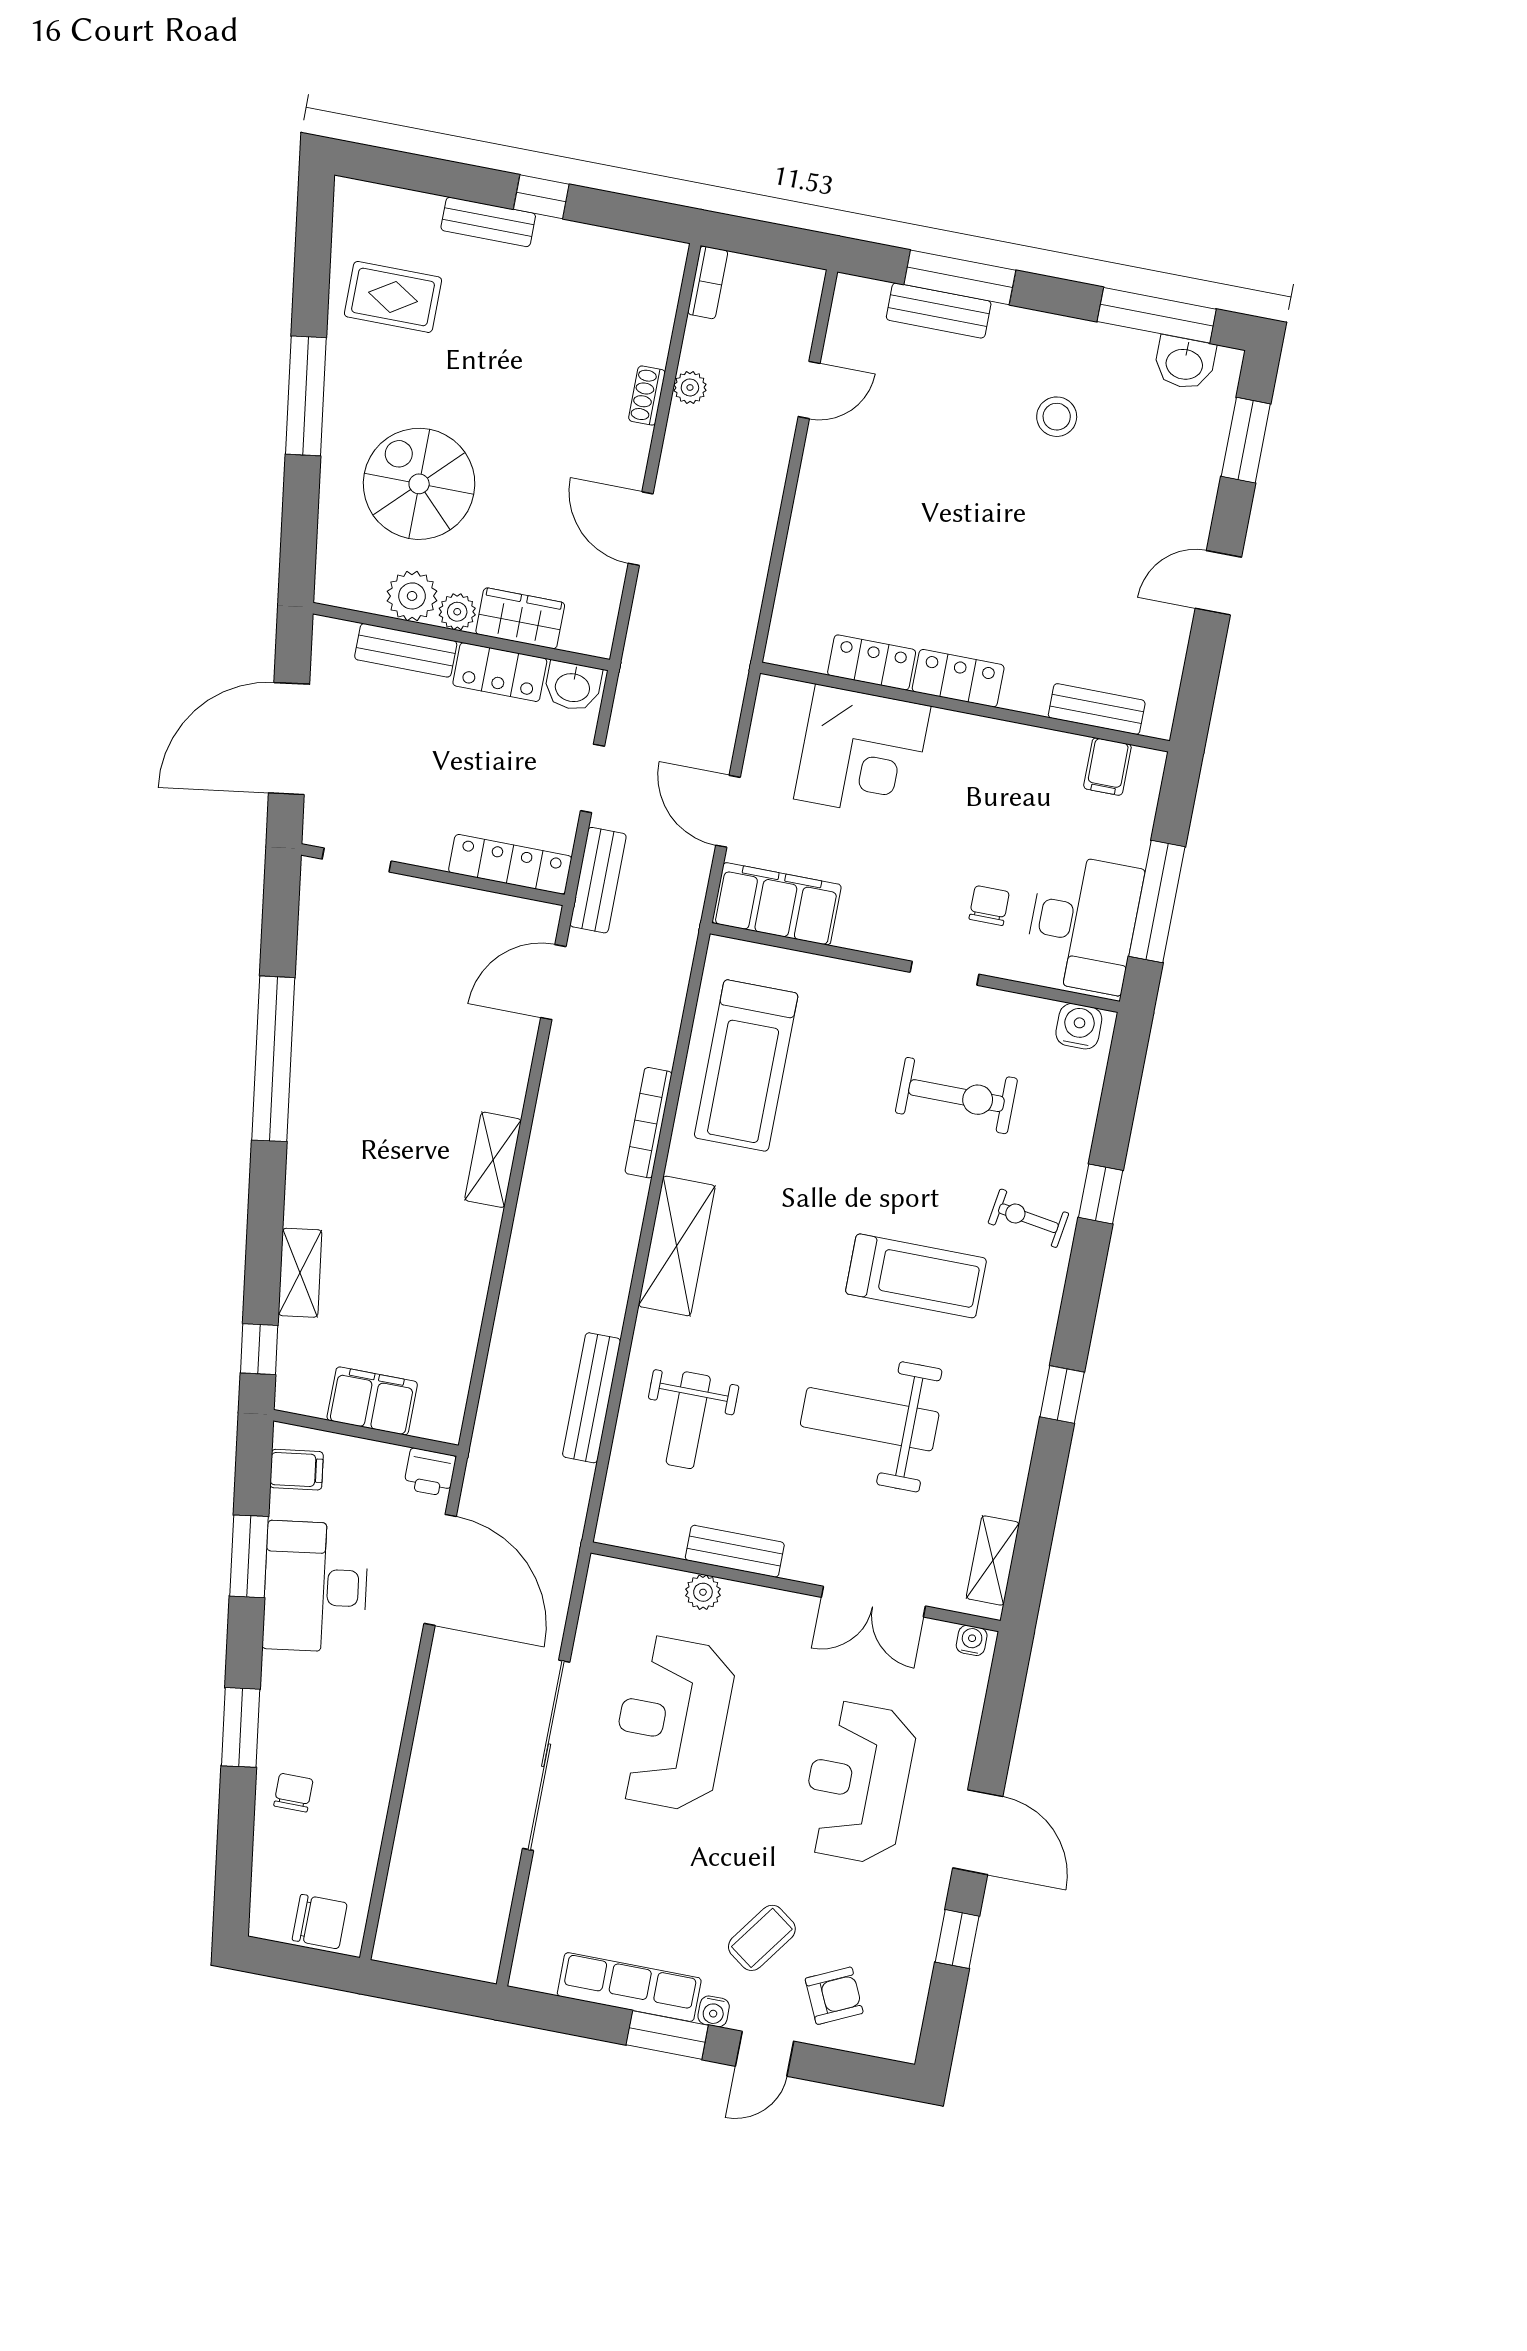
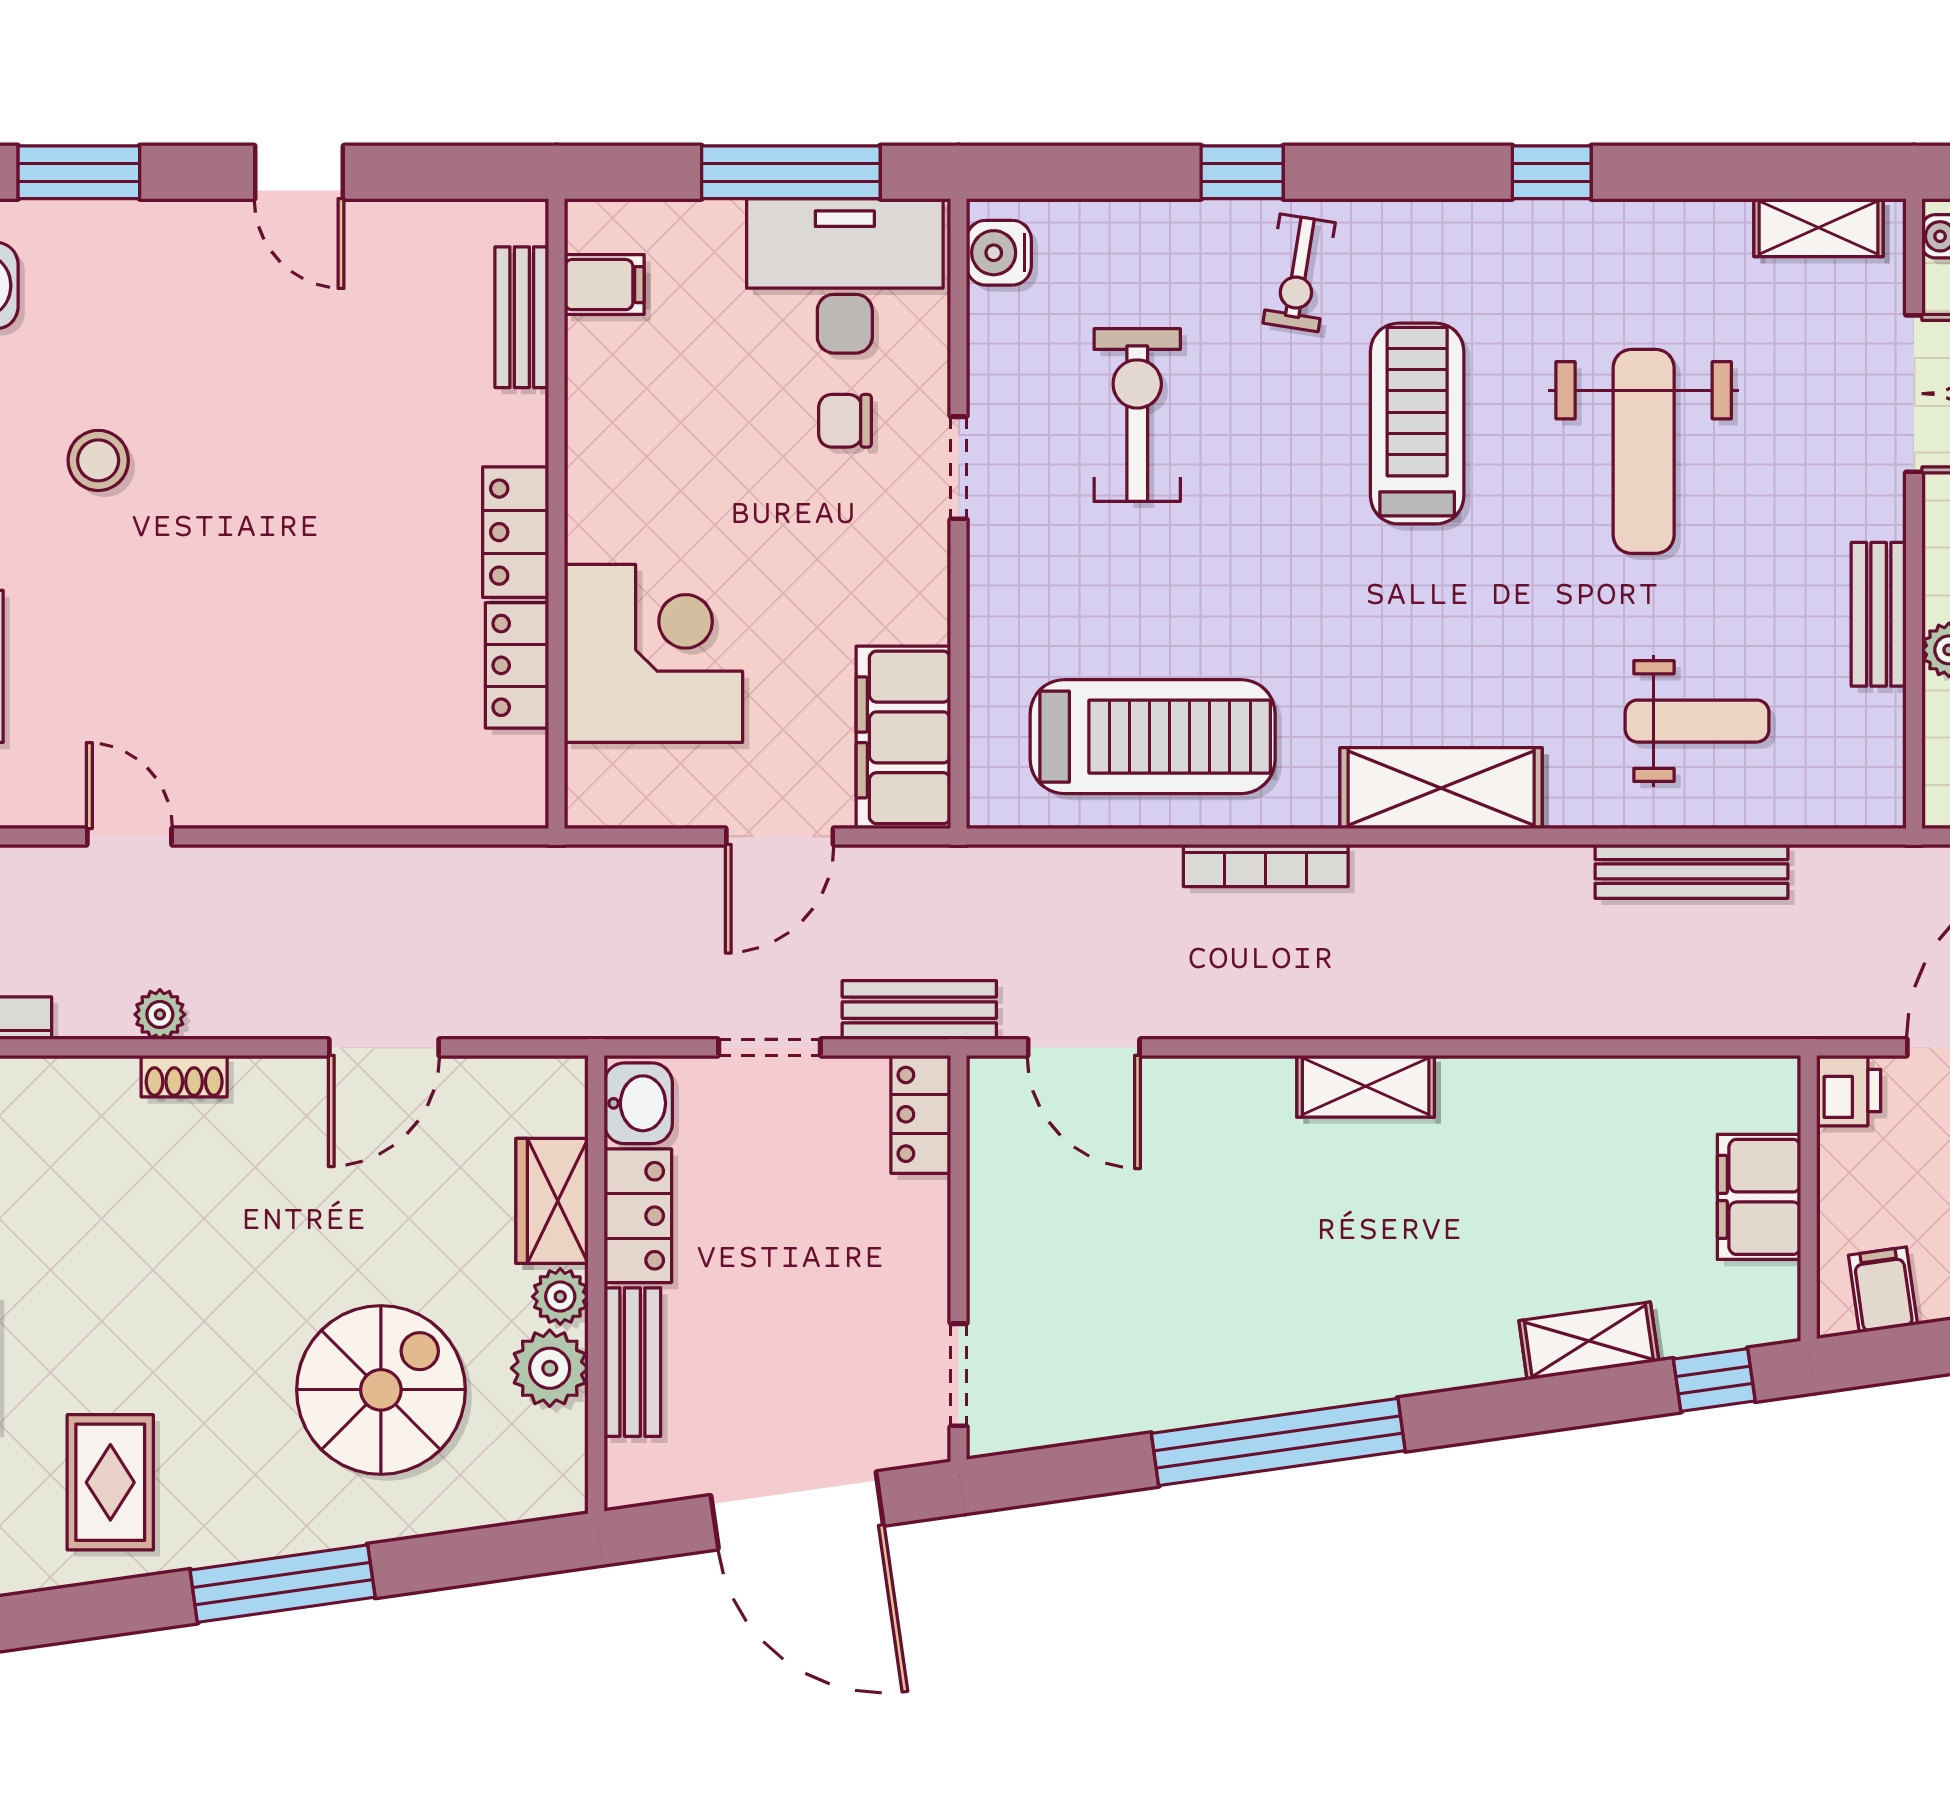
spiral stairs: (419, 484) -> (381, 1390), turned 180
locker: (510, 864) -> (921, 1114), width x0.66

